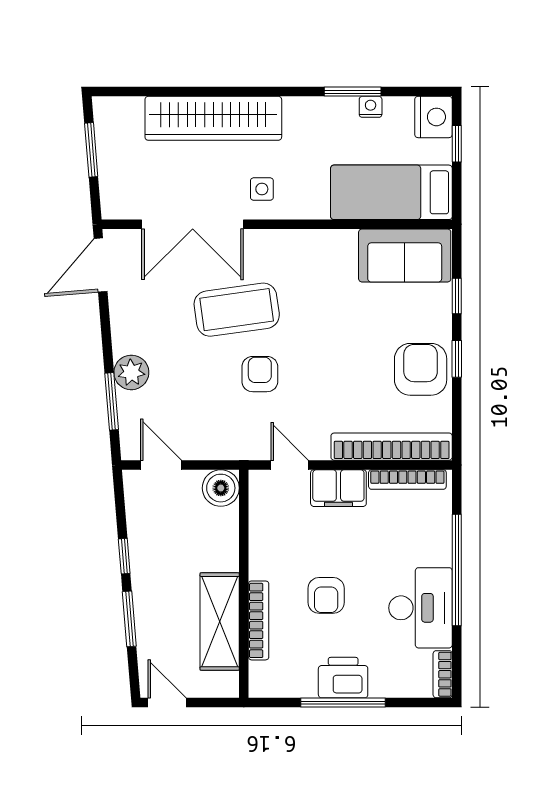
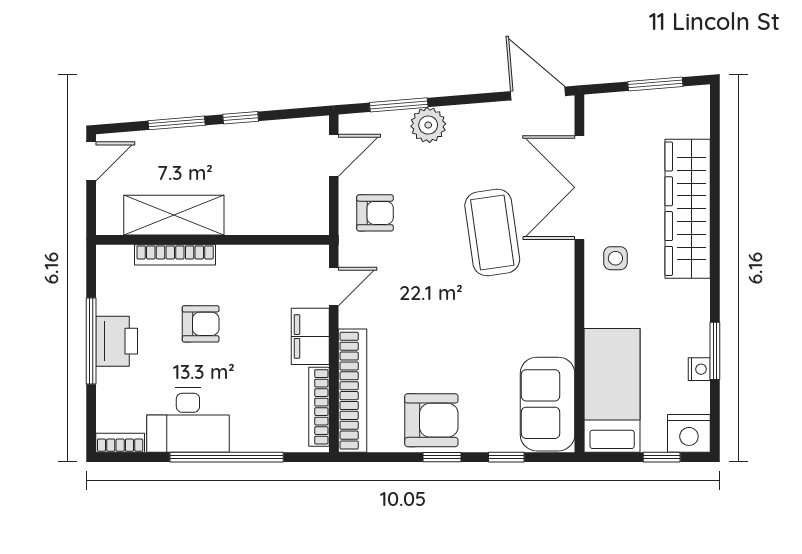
armchair: (260, 374) -> (375, 213), moved
boiler: (221, 488) -> (310, 216), removed
armchair: (326, 595) -> (201, 324), turned 180

